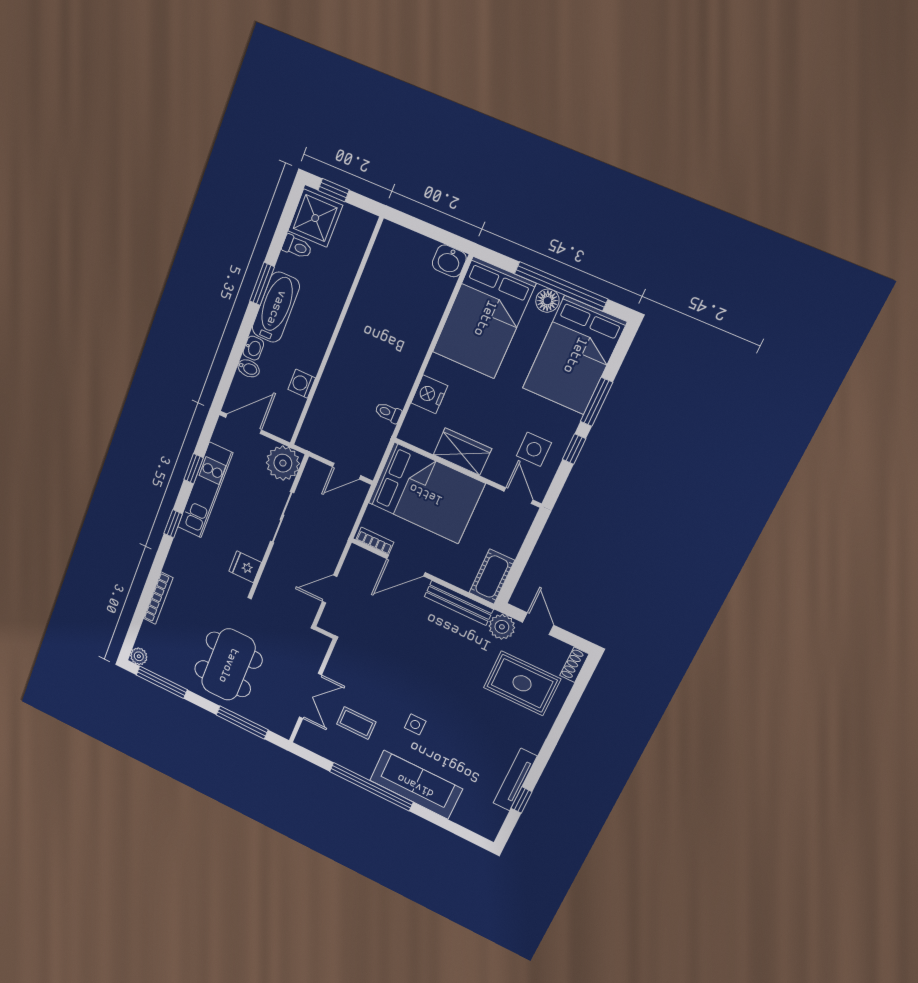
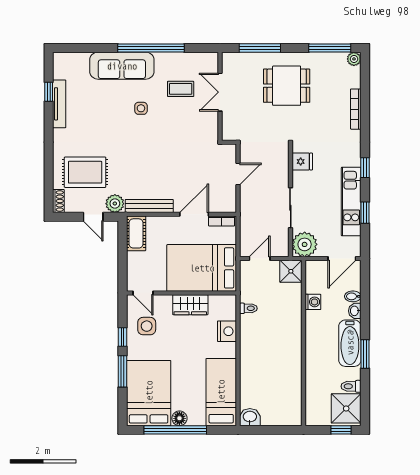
bed: (484, 318) -> (221, 392), width x0.67
shower: (314, 437) -> (291, 271), added
dining table: (228, 665) -> (287, 86), width x0.73

